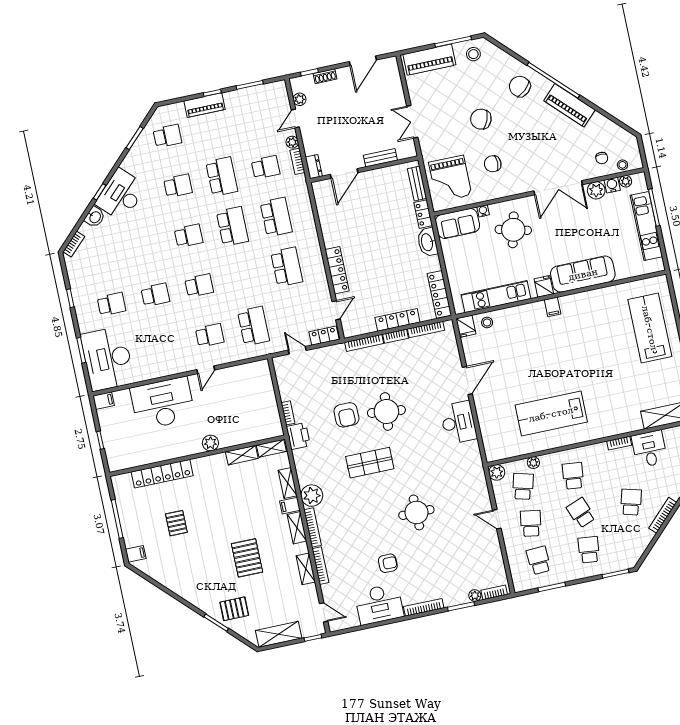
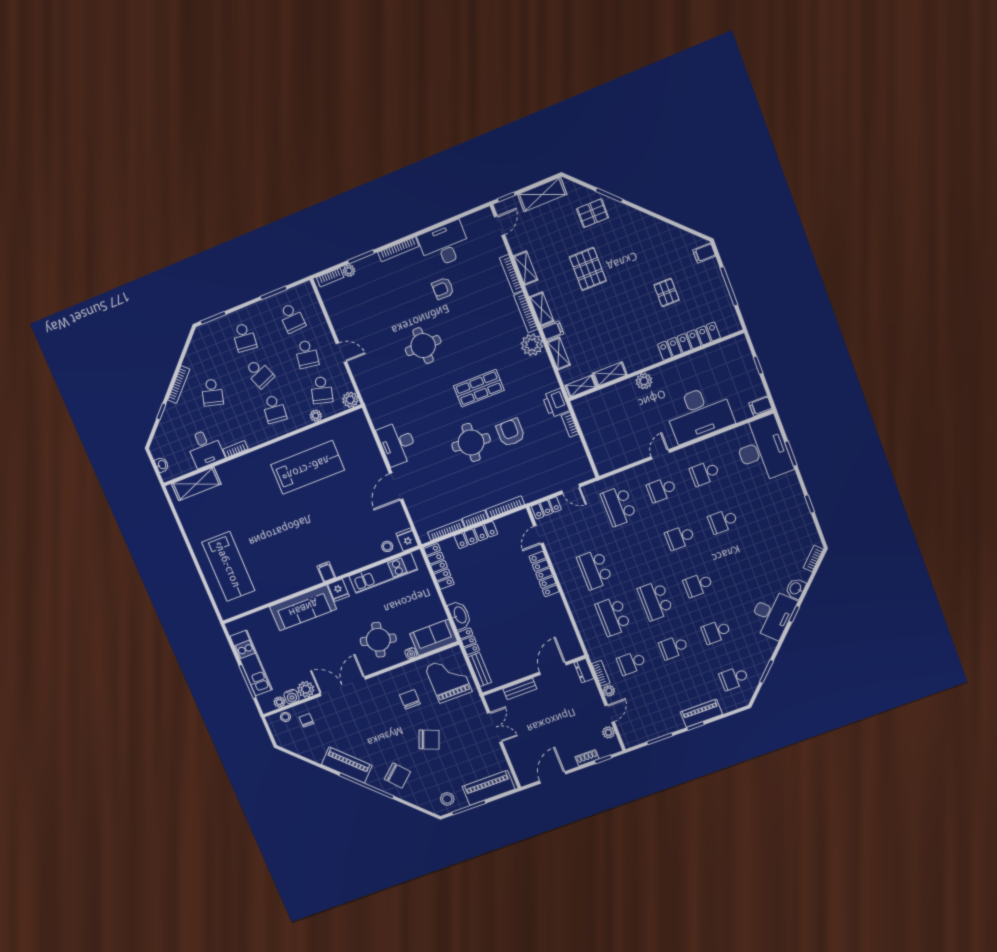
chair: (493, 164) -> (410, 699), turned -90
school desk: (222, 177) -> (674, 647), width x0.54
school desk: (111, 304) -> (705, 473), moved
door: (324, 612) -> (500, 226), swing flipped

